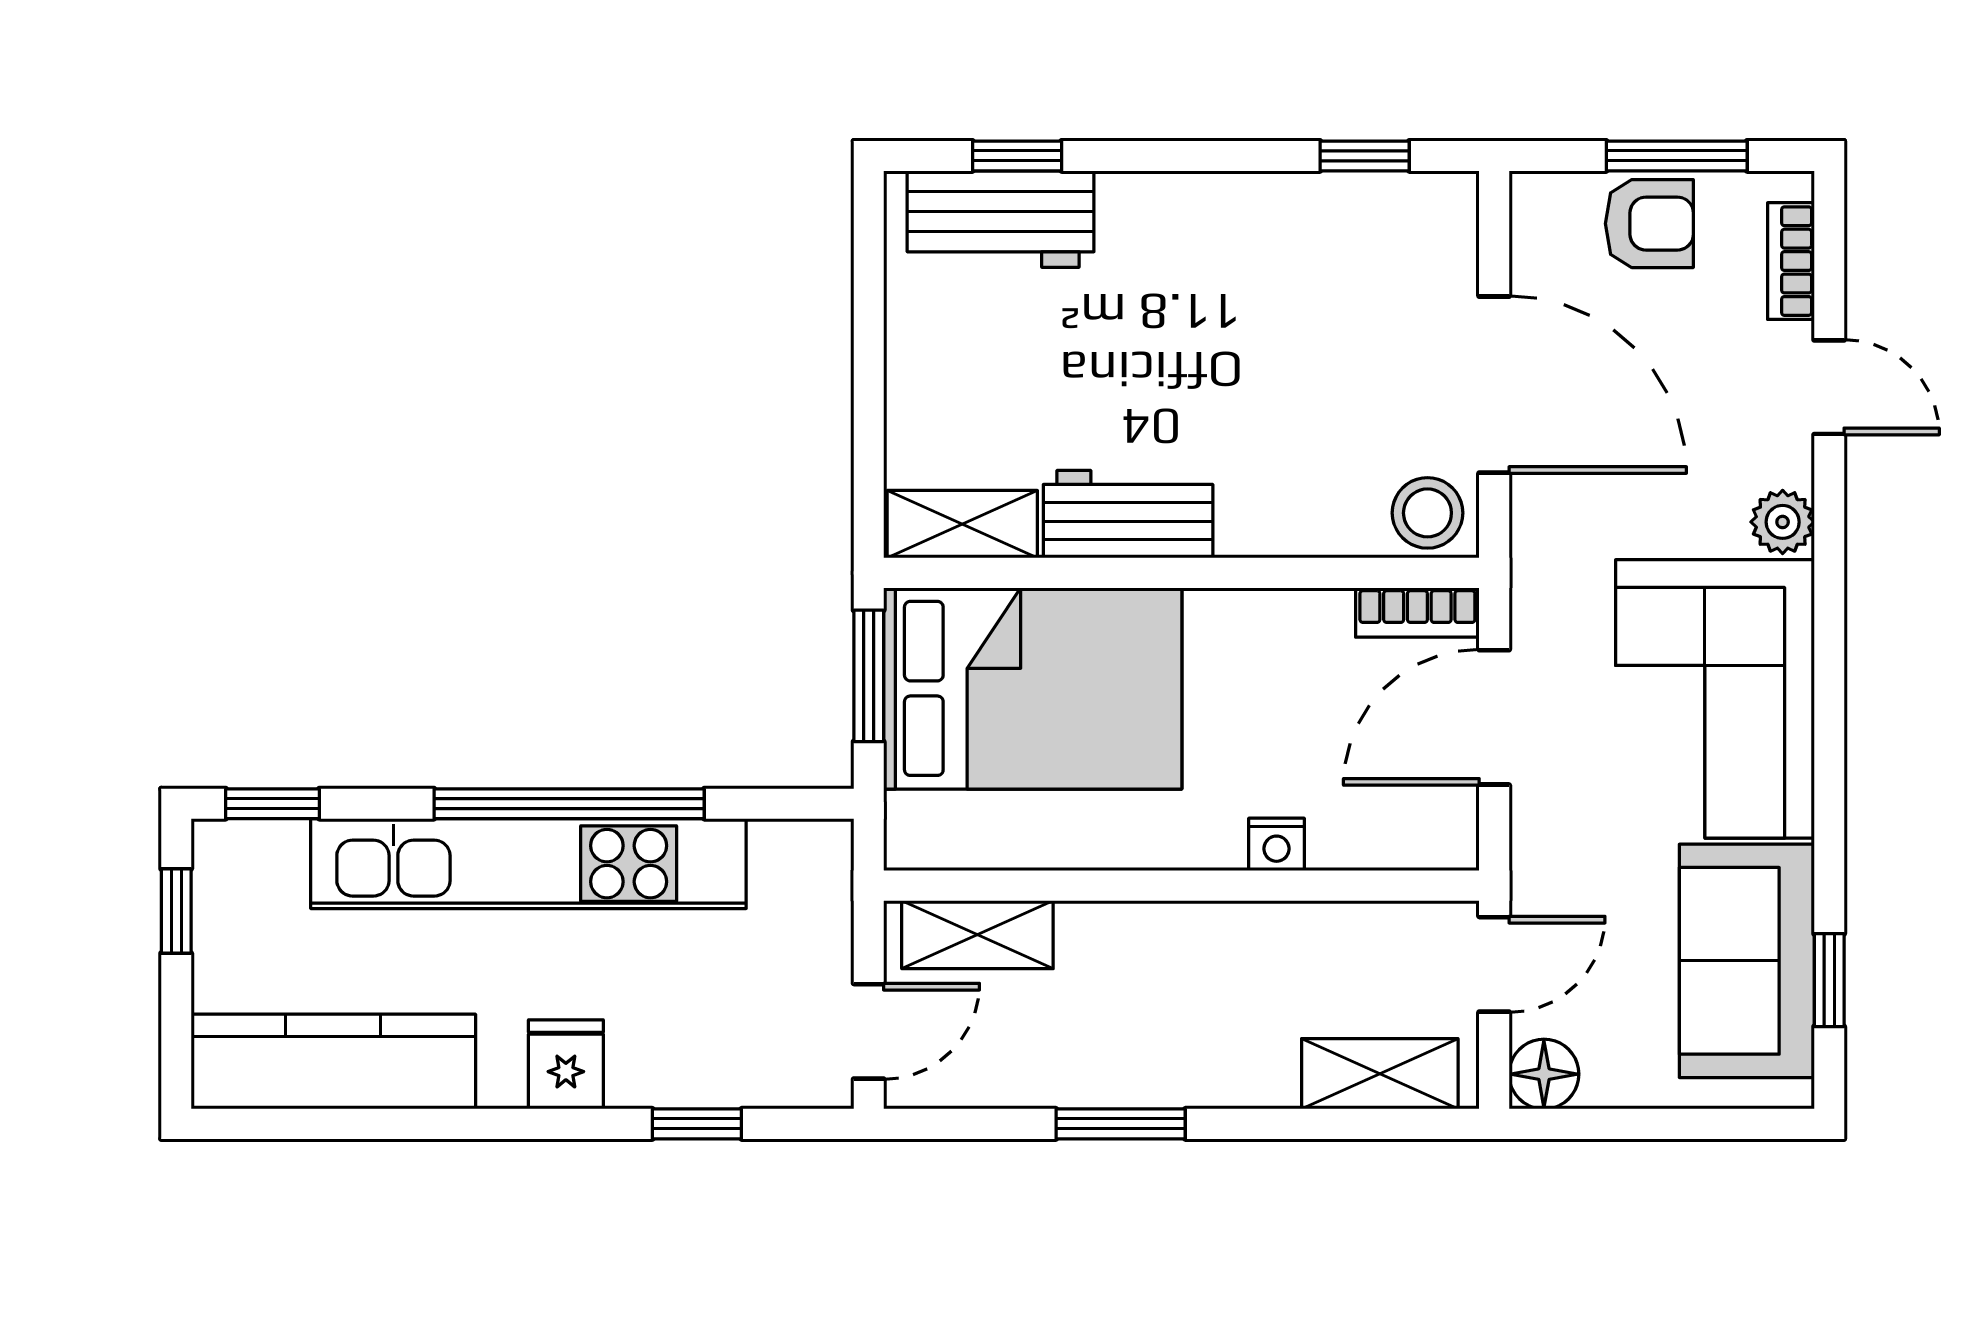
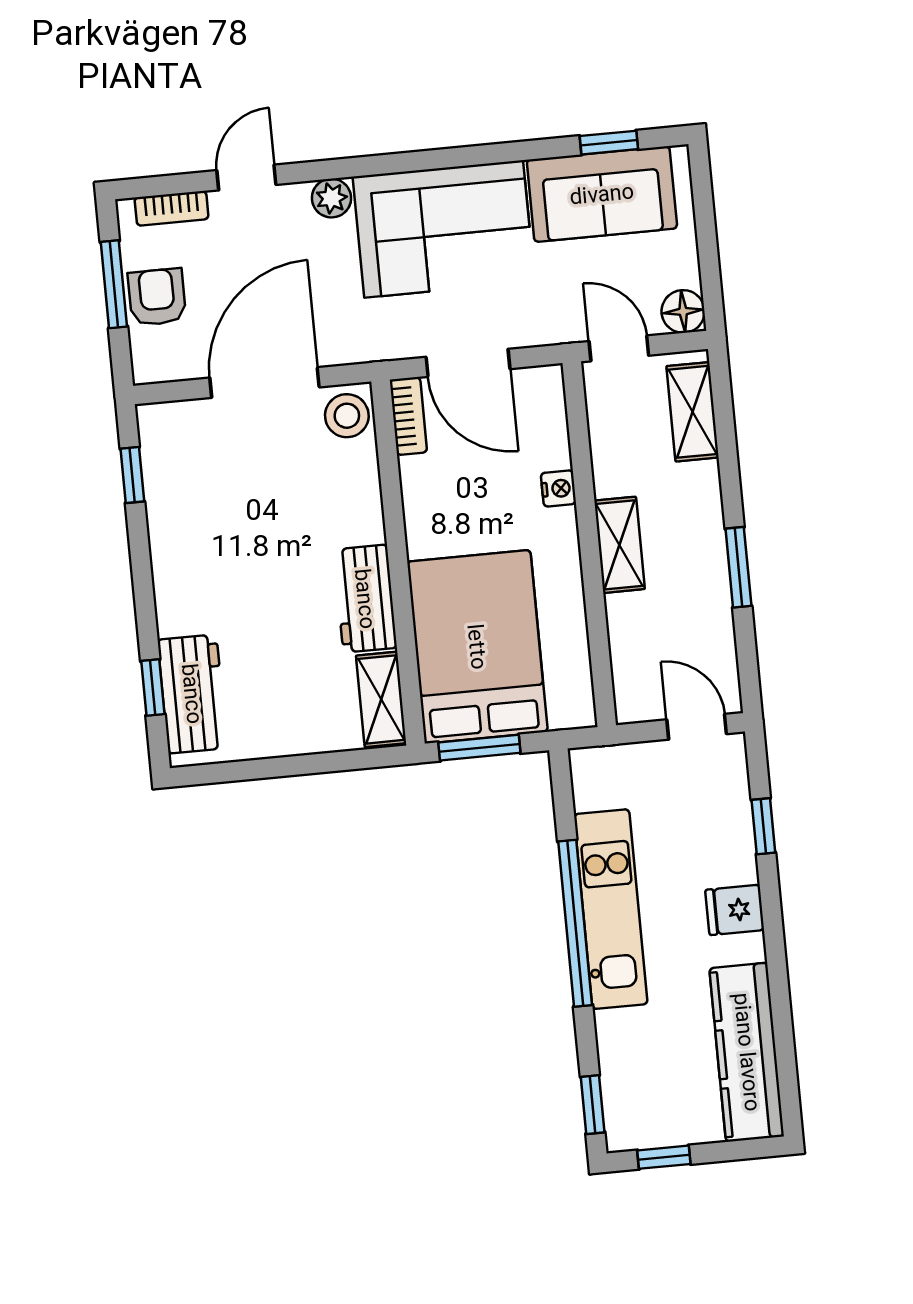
kitchen unit: (528, 864) -> (611, 909), width x0.73
shelving: (977, 935) -> (619, 545), moved

